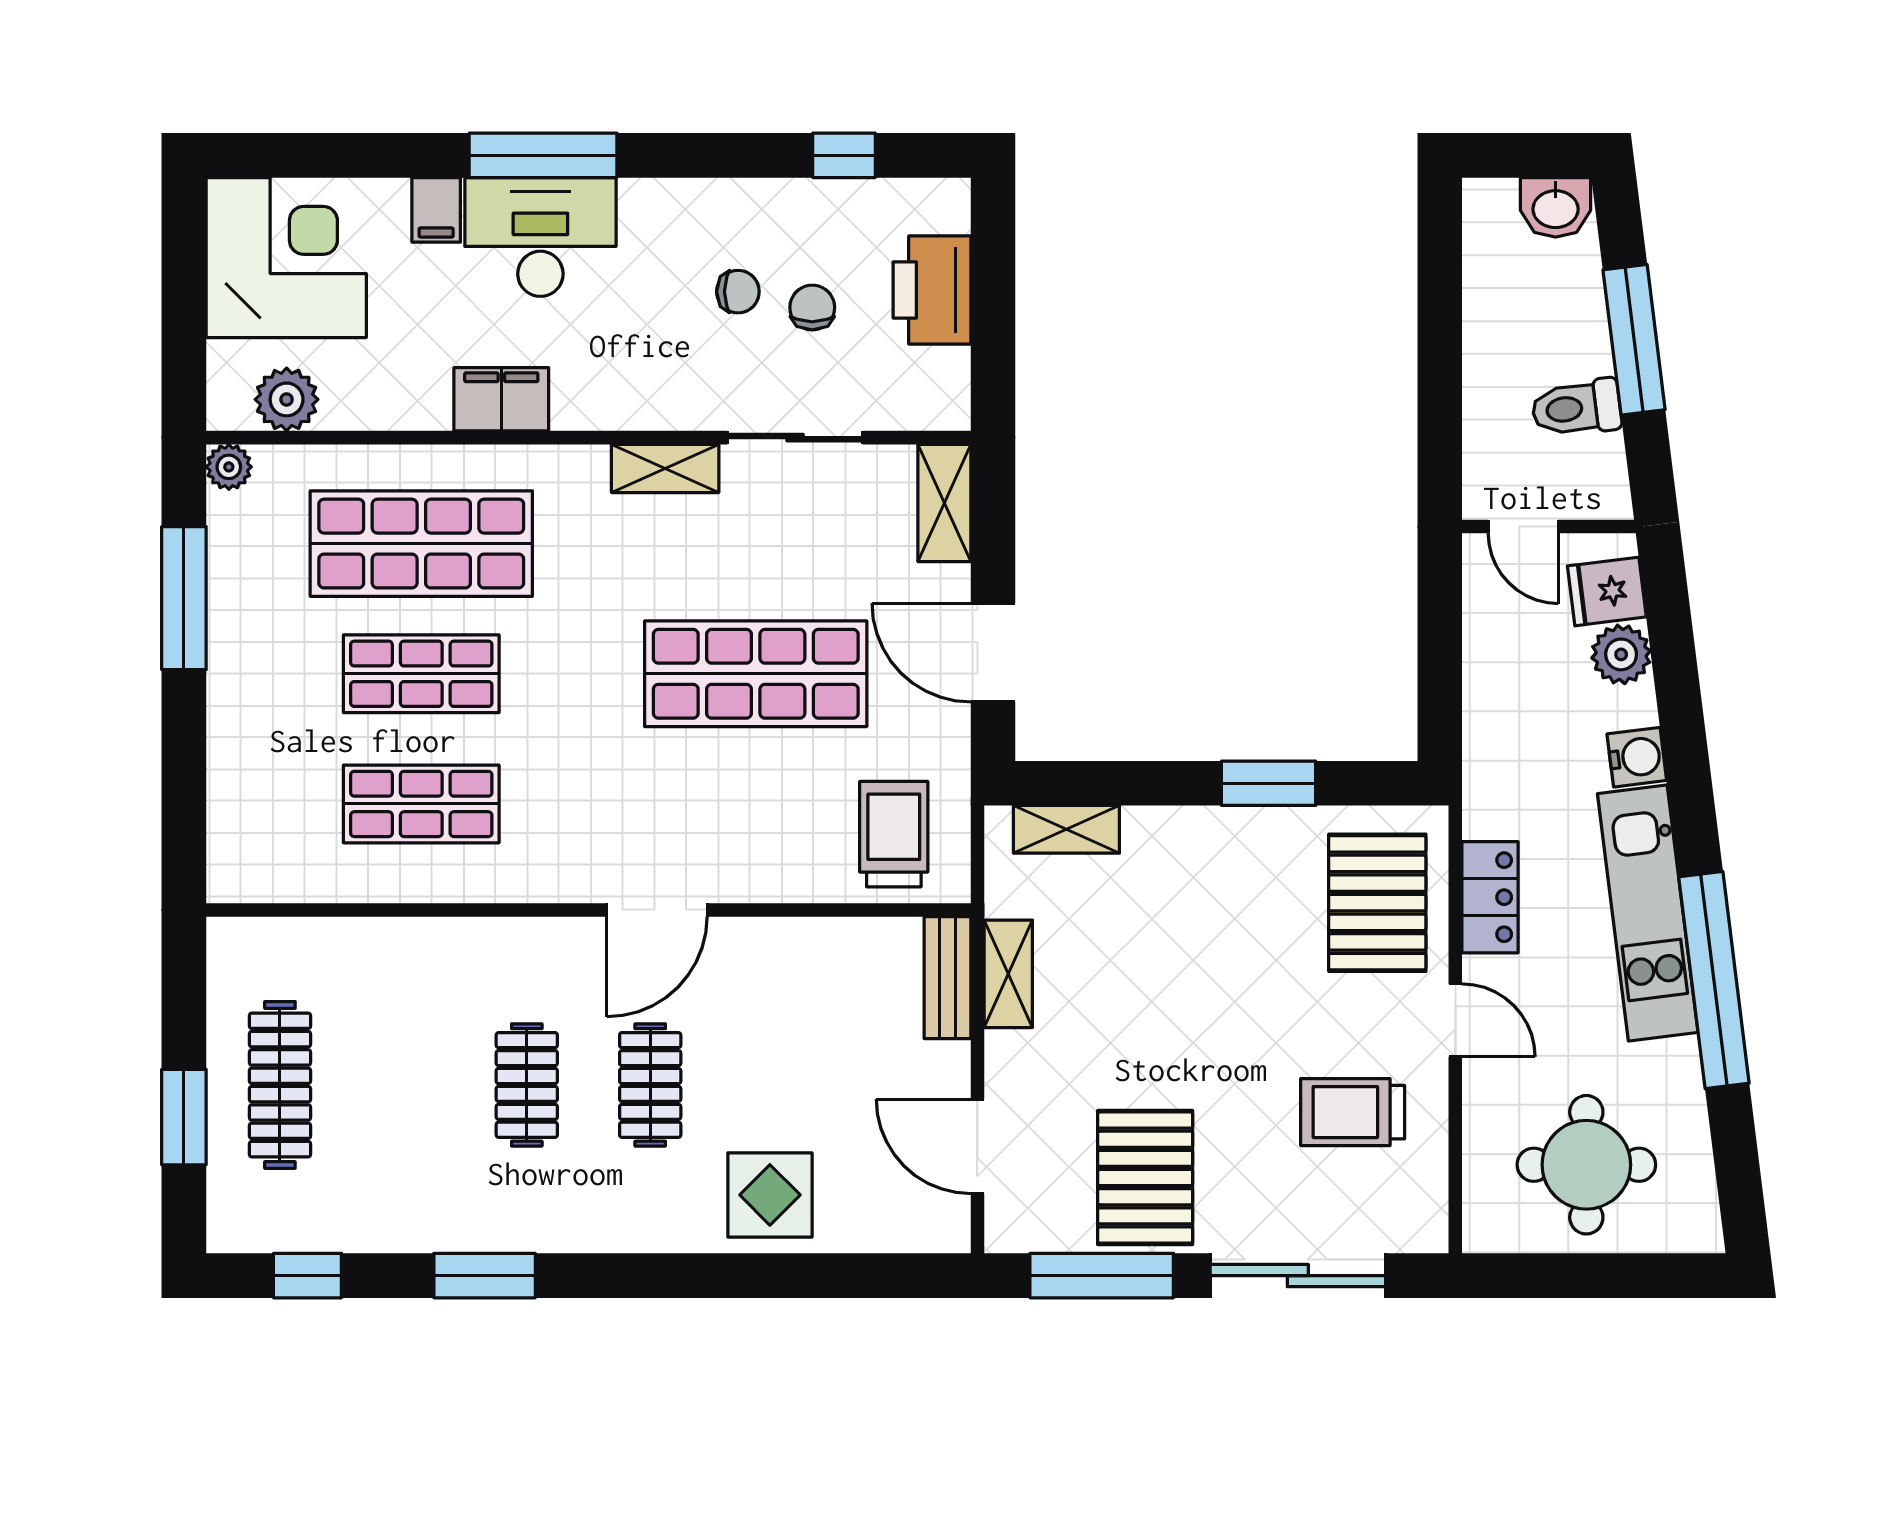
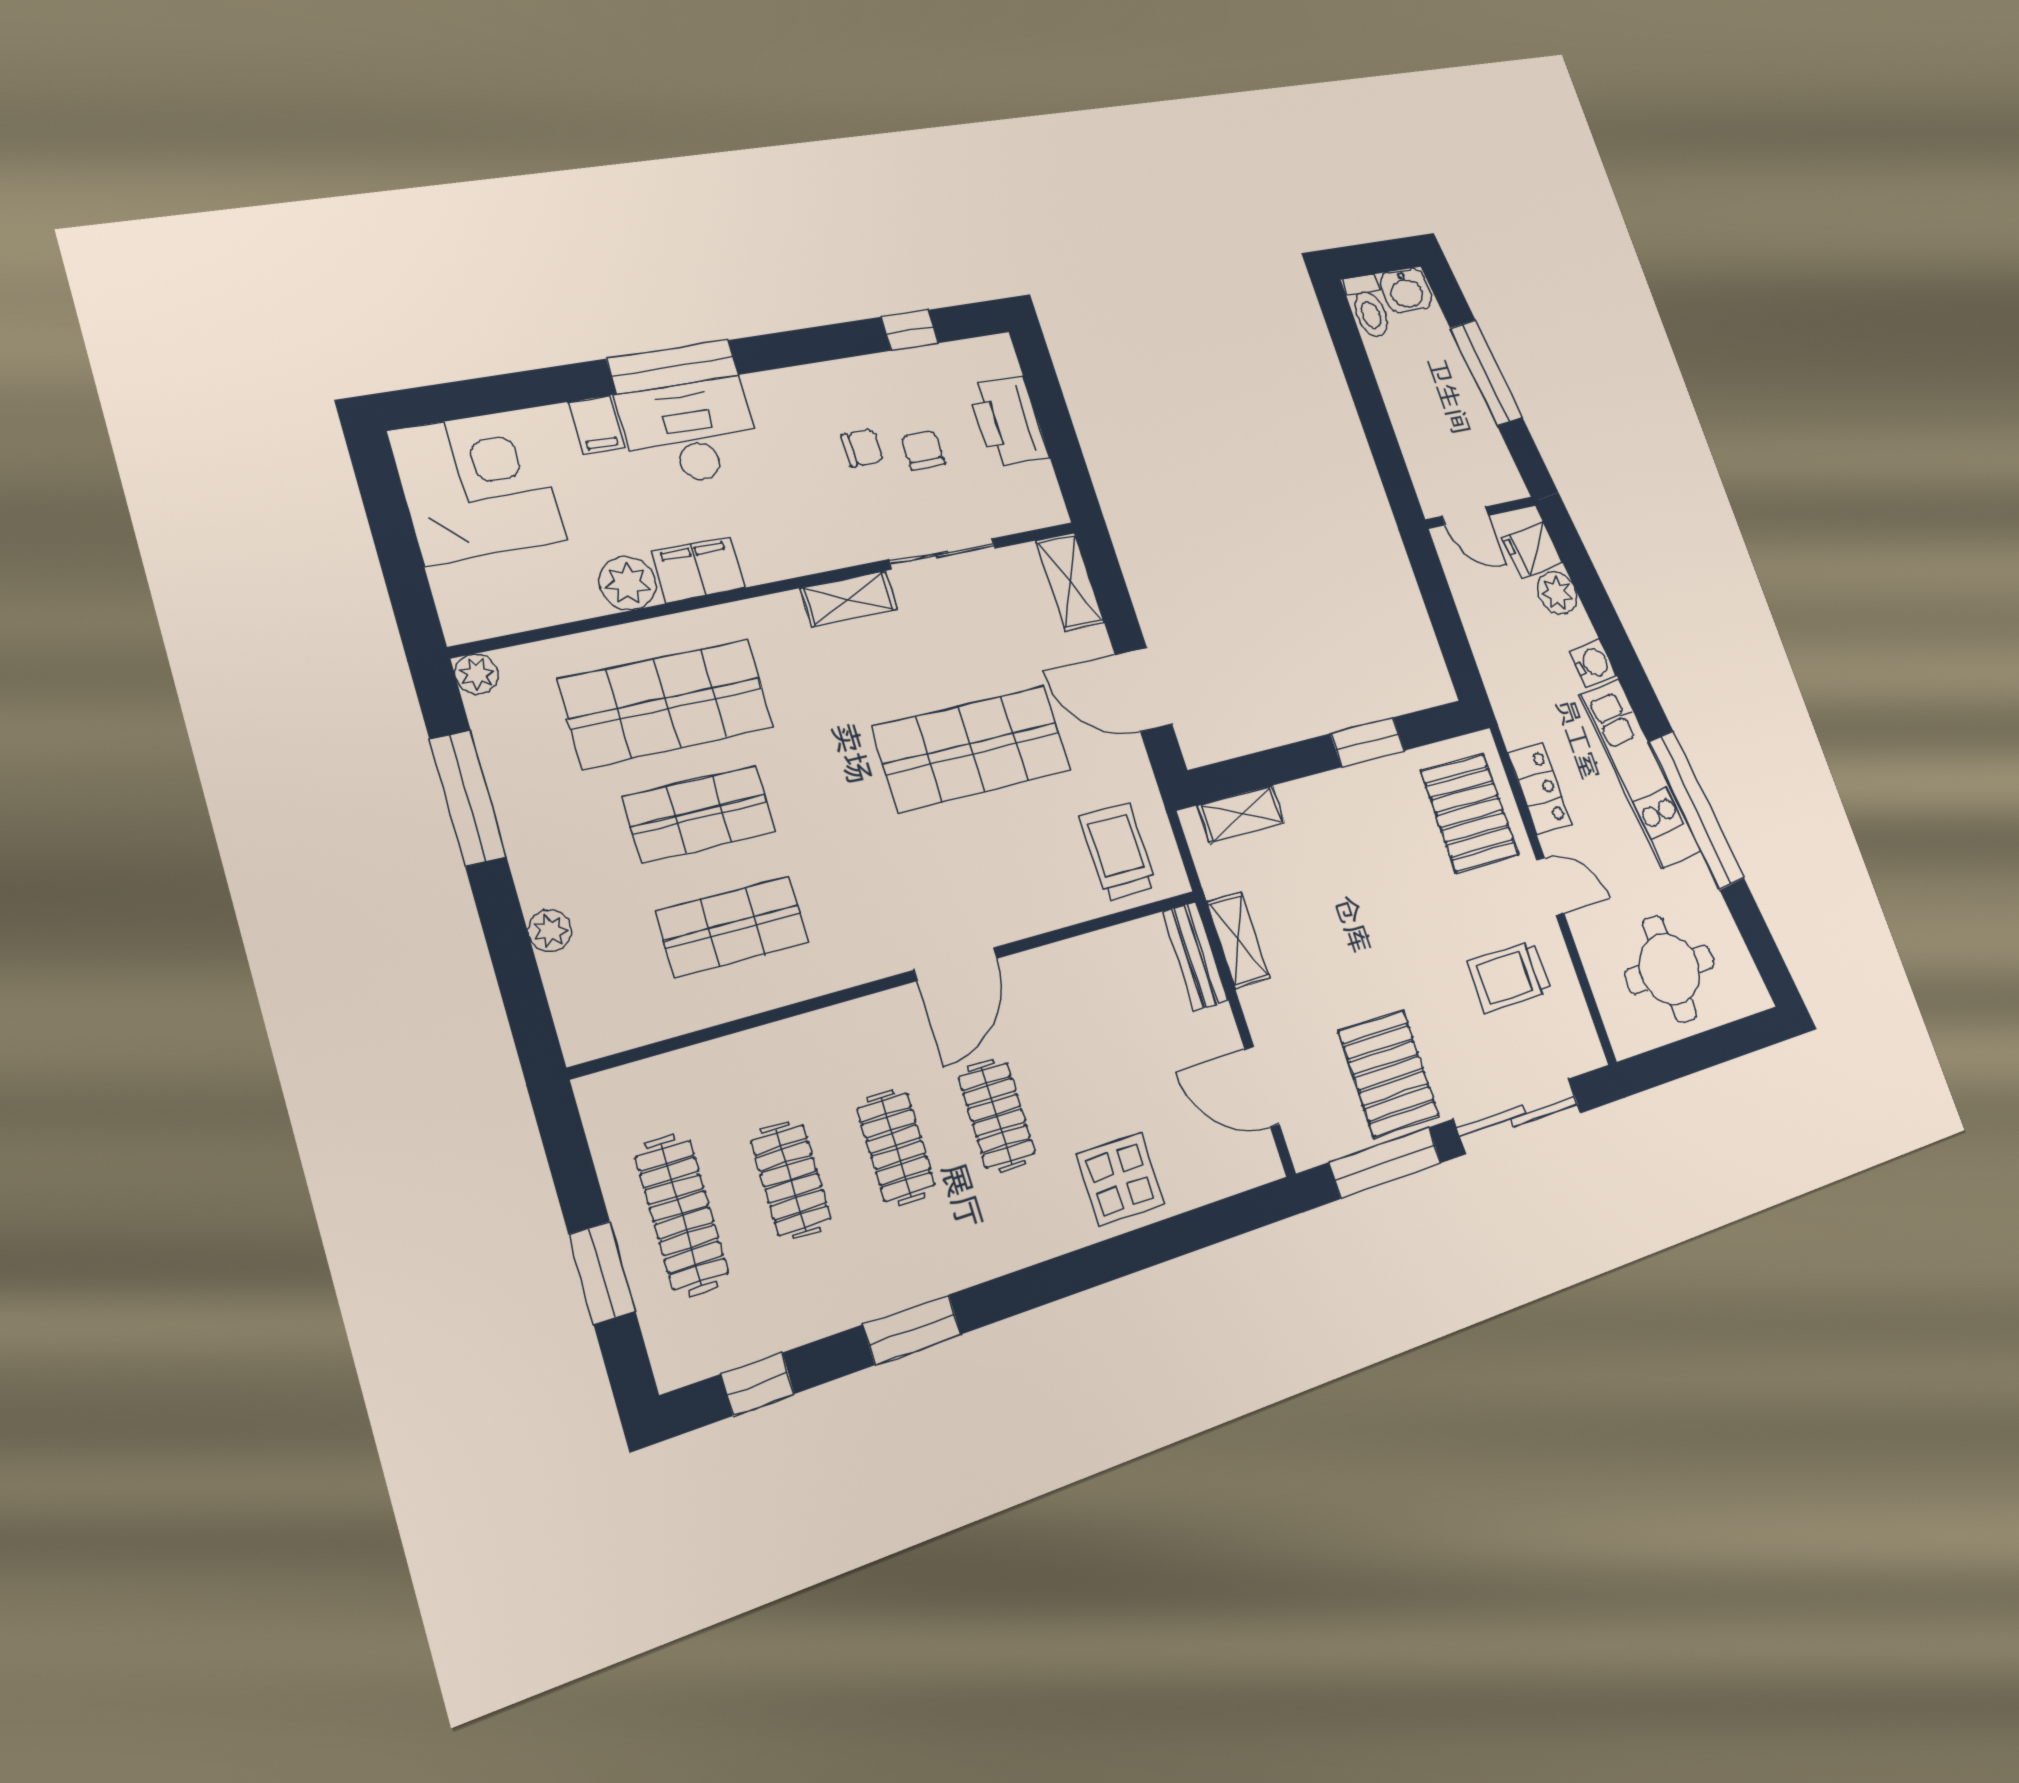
plant: (287, 399) -> (627, 583), moved
toilet: (1576, 408) -> (1368, 307), moved, turned -83
plant: (229, 758) -> (550, 931), added
clothes rail: (403, 1085) -> (791, 1180), added

